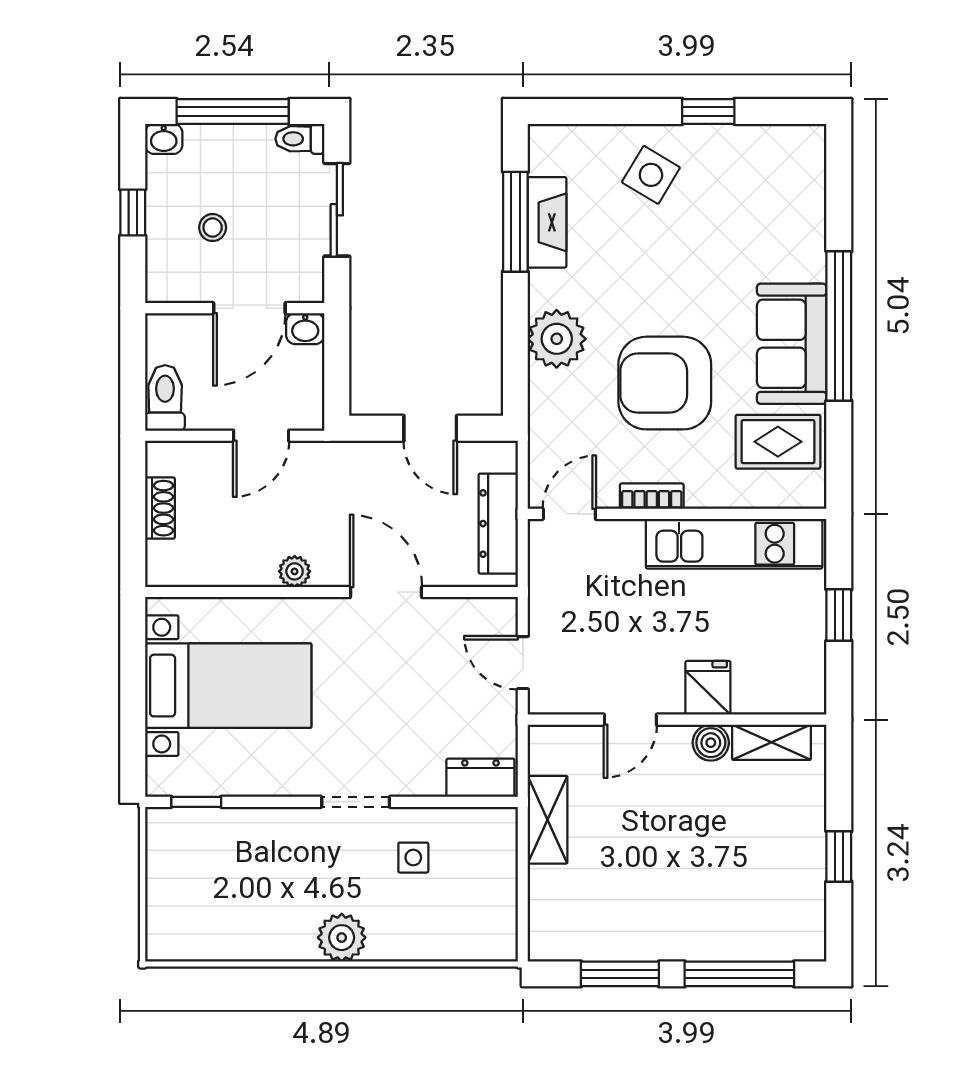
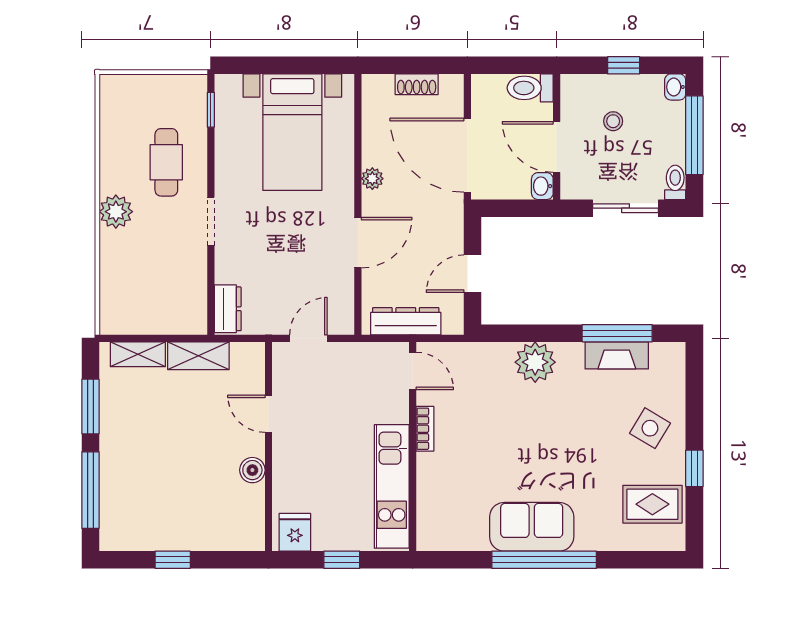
armchair: (665, 383) -> (504, 438), removed
toilet: (165, 398) -> (530, 88), moved, turned 180
door: (261, 436) -> (467, 155), width x1.88
rug: (778, 442) -> (652, 504), moved, turned 90
fridge: (708, 688) -> (295, 532), moved, turned -90
shelving: (771, 742) -> (138, 354), moved, turned 90
side table: (413, 858) -> (172, 262), removed
cafe table: (271, 866) -> (166, 162), added

